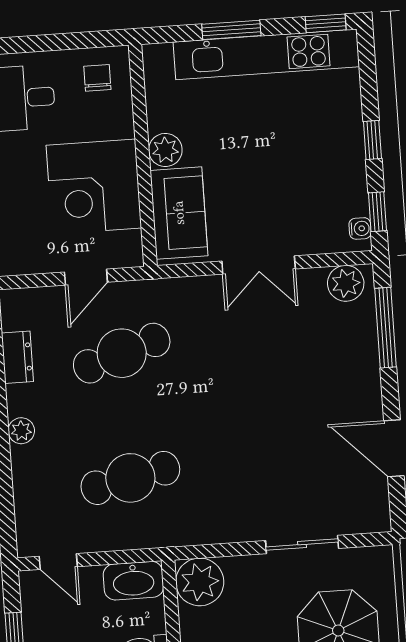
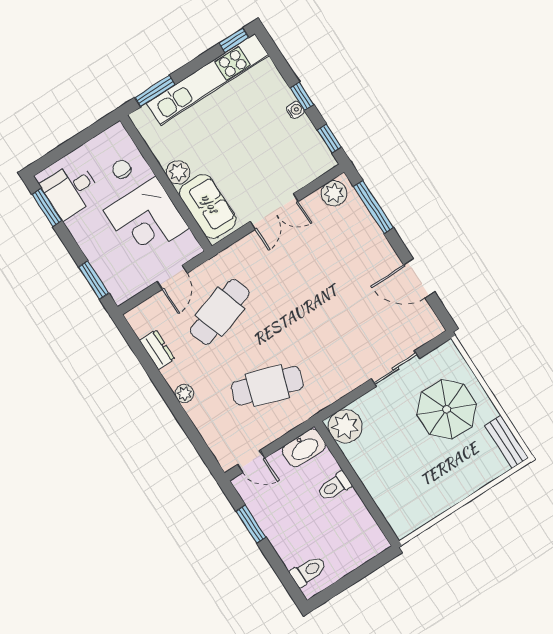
window: (231, 30) -> (155, 91), moved
chair: (97, 78) -> (122, 169), moved
water cooler: (360, 228) -> (295, 110), moved
cafe table: (130, 478) -> (267, 386), turned 30

